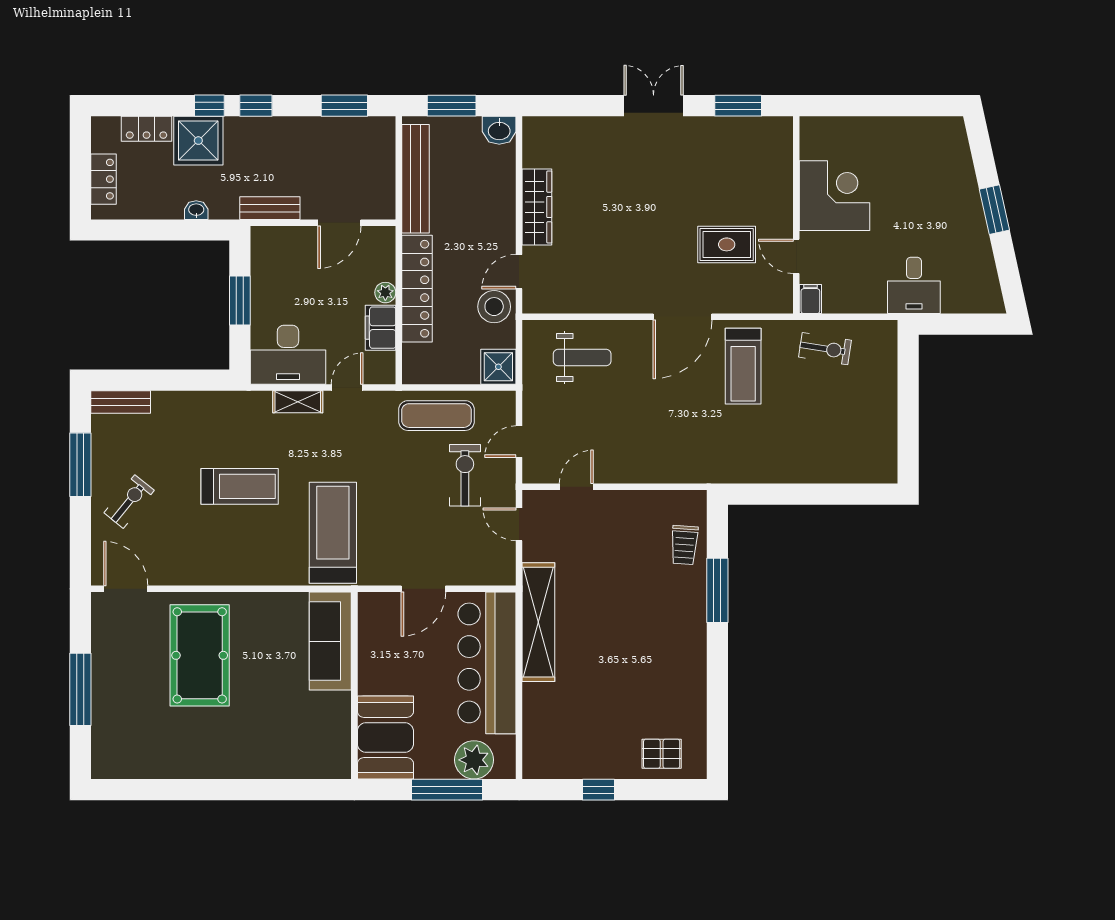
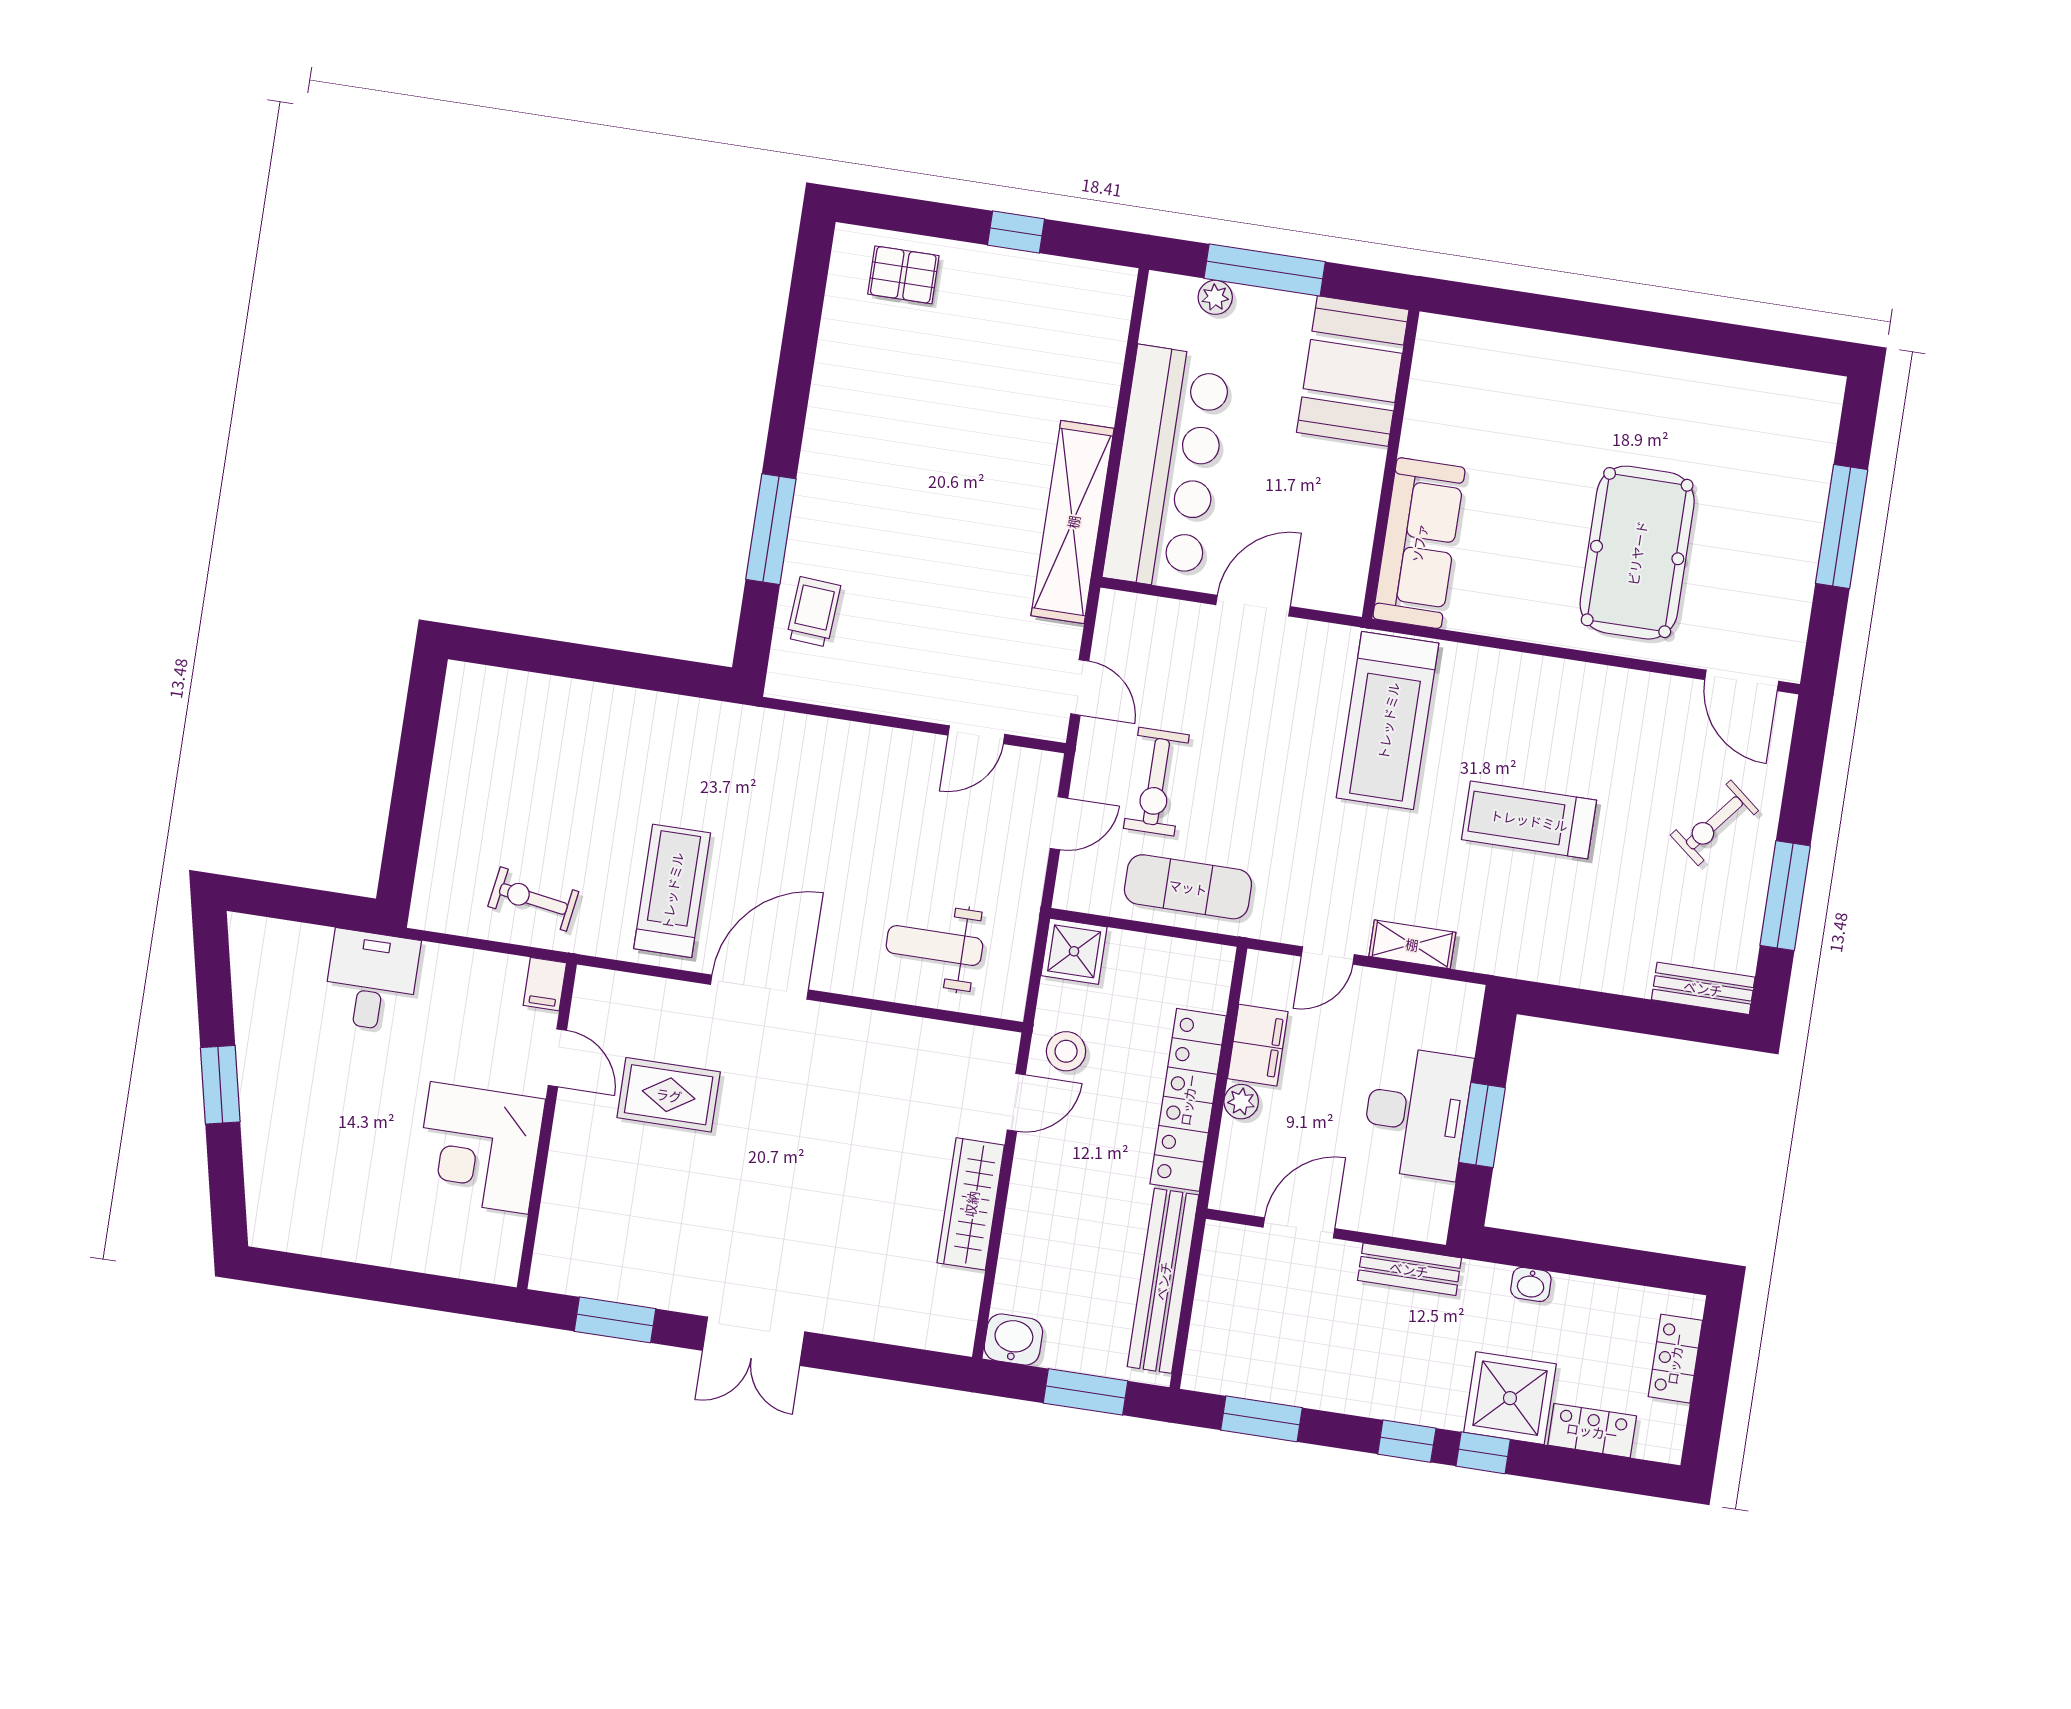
stool: (494, 307) -> (1066, 1051), width x0.73, depth x0.73
desk: (288, 355) -> (1417, 1113), moved, turned 90
plant: (474, 760) -> (1215, 297), width x0.53, depth x0.53

